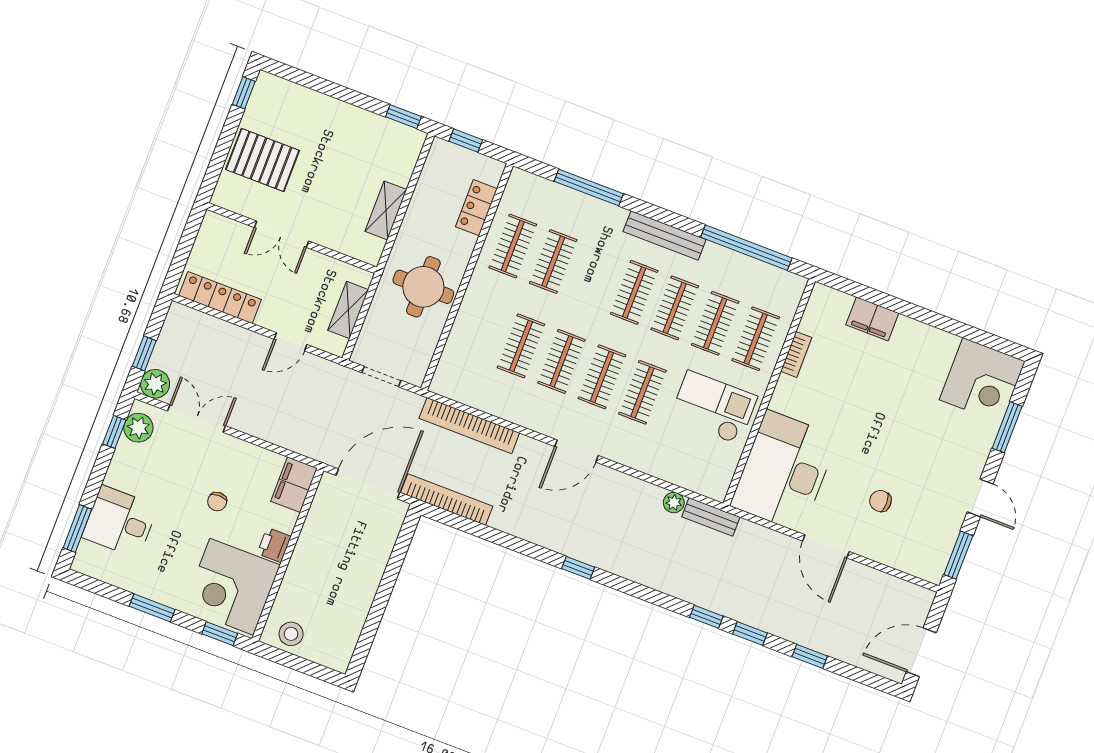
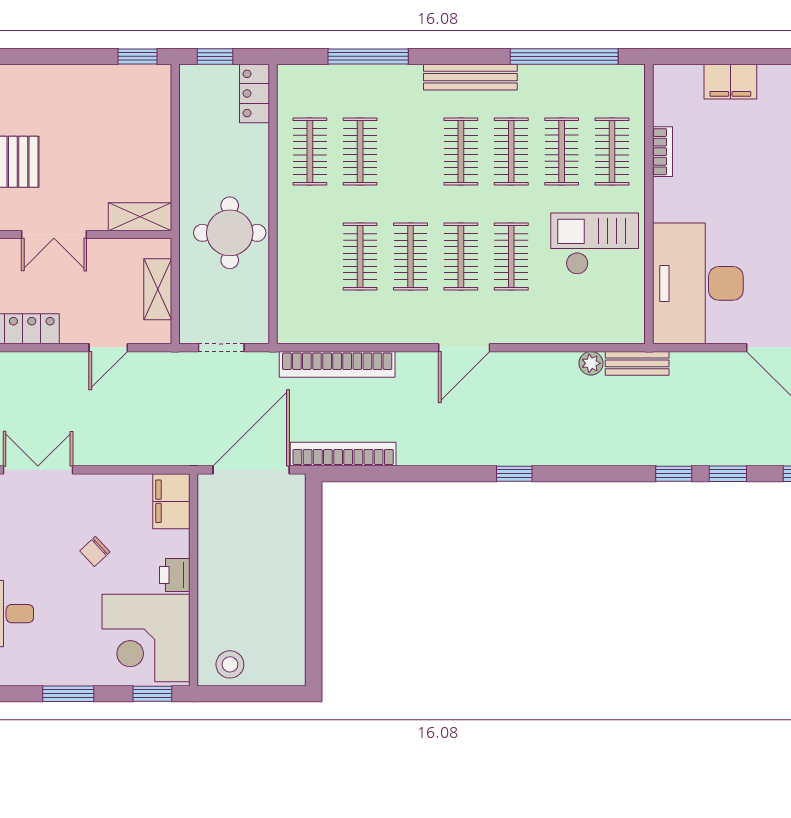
locker: (476, 208) -> (254, 93), moved
shelving: (386, 210) -> (140, 217), moved, turned 90
chair: (217, 502) -> (95, 551), turned 47

